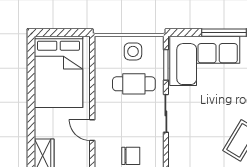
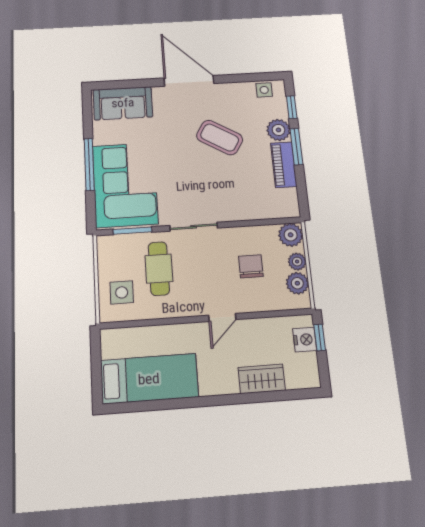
side table: (133, 51) -> (122, 292), moved
bed: (59, 72) -> (149, 379), width x0.67

